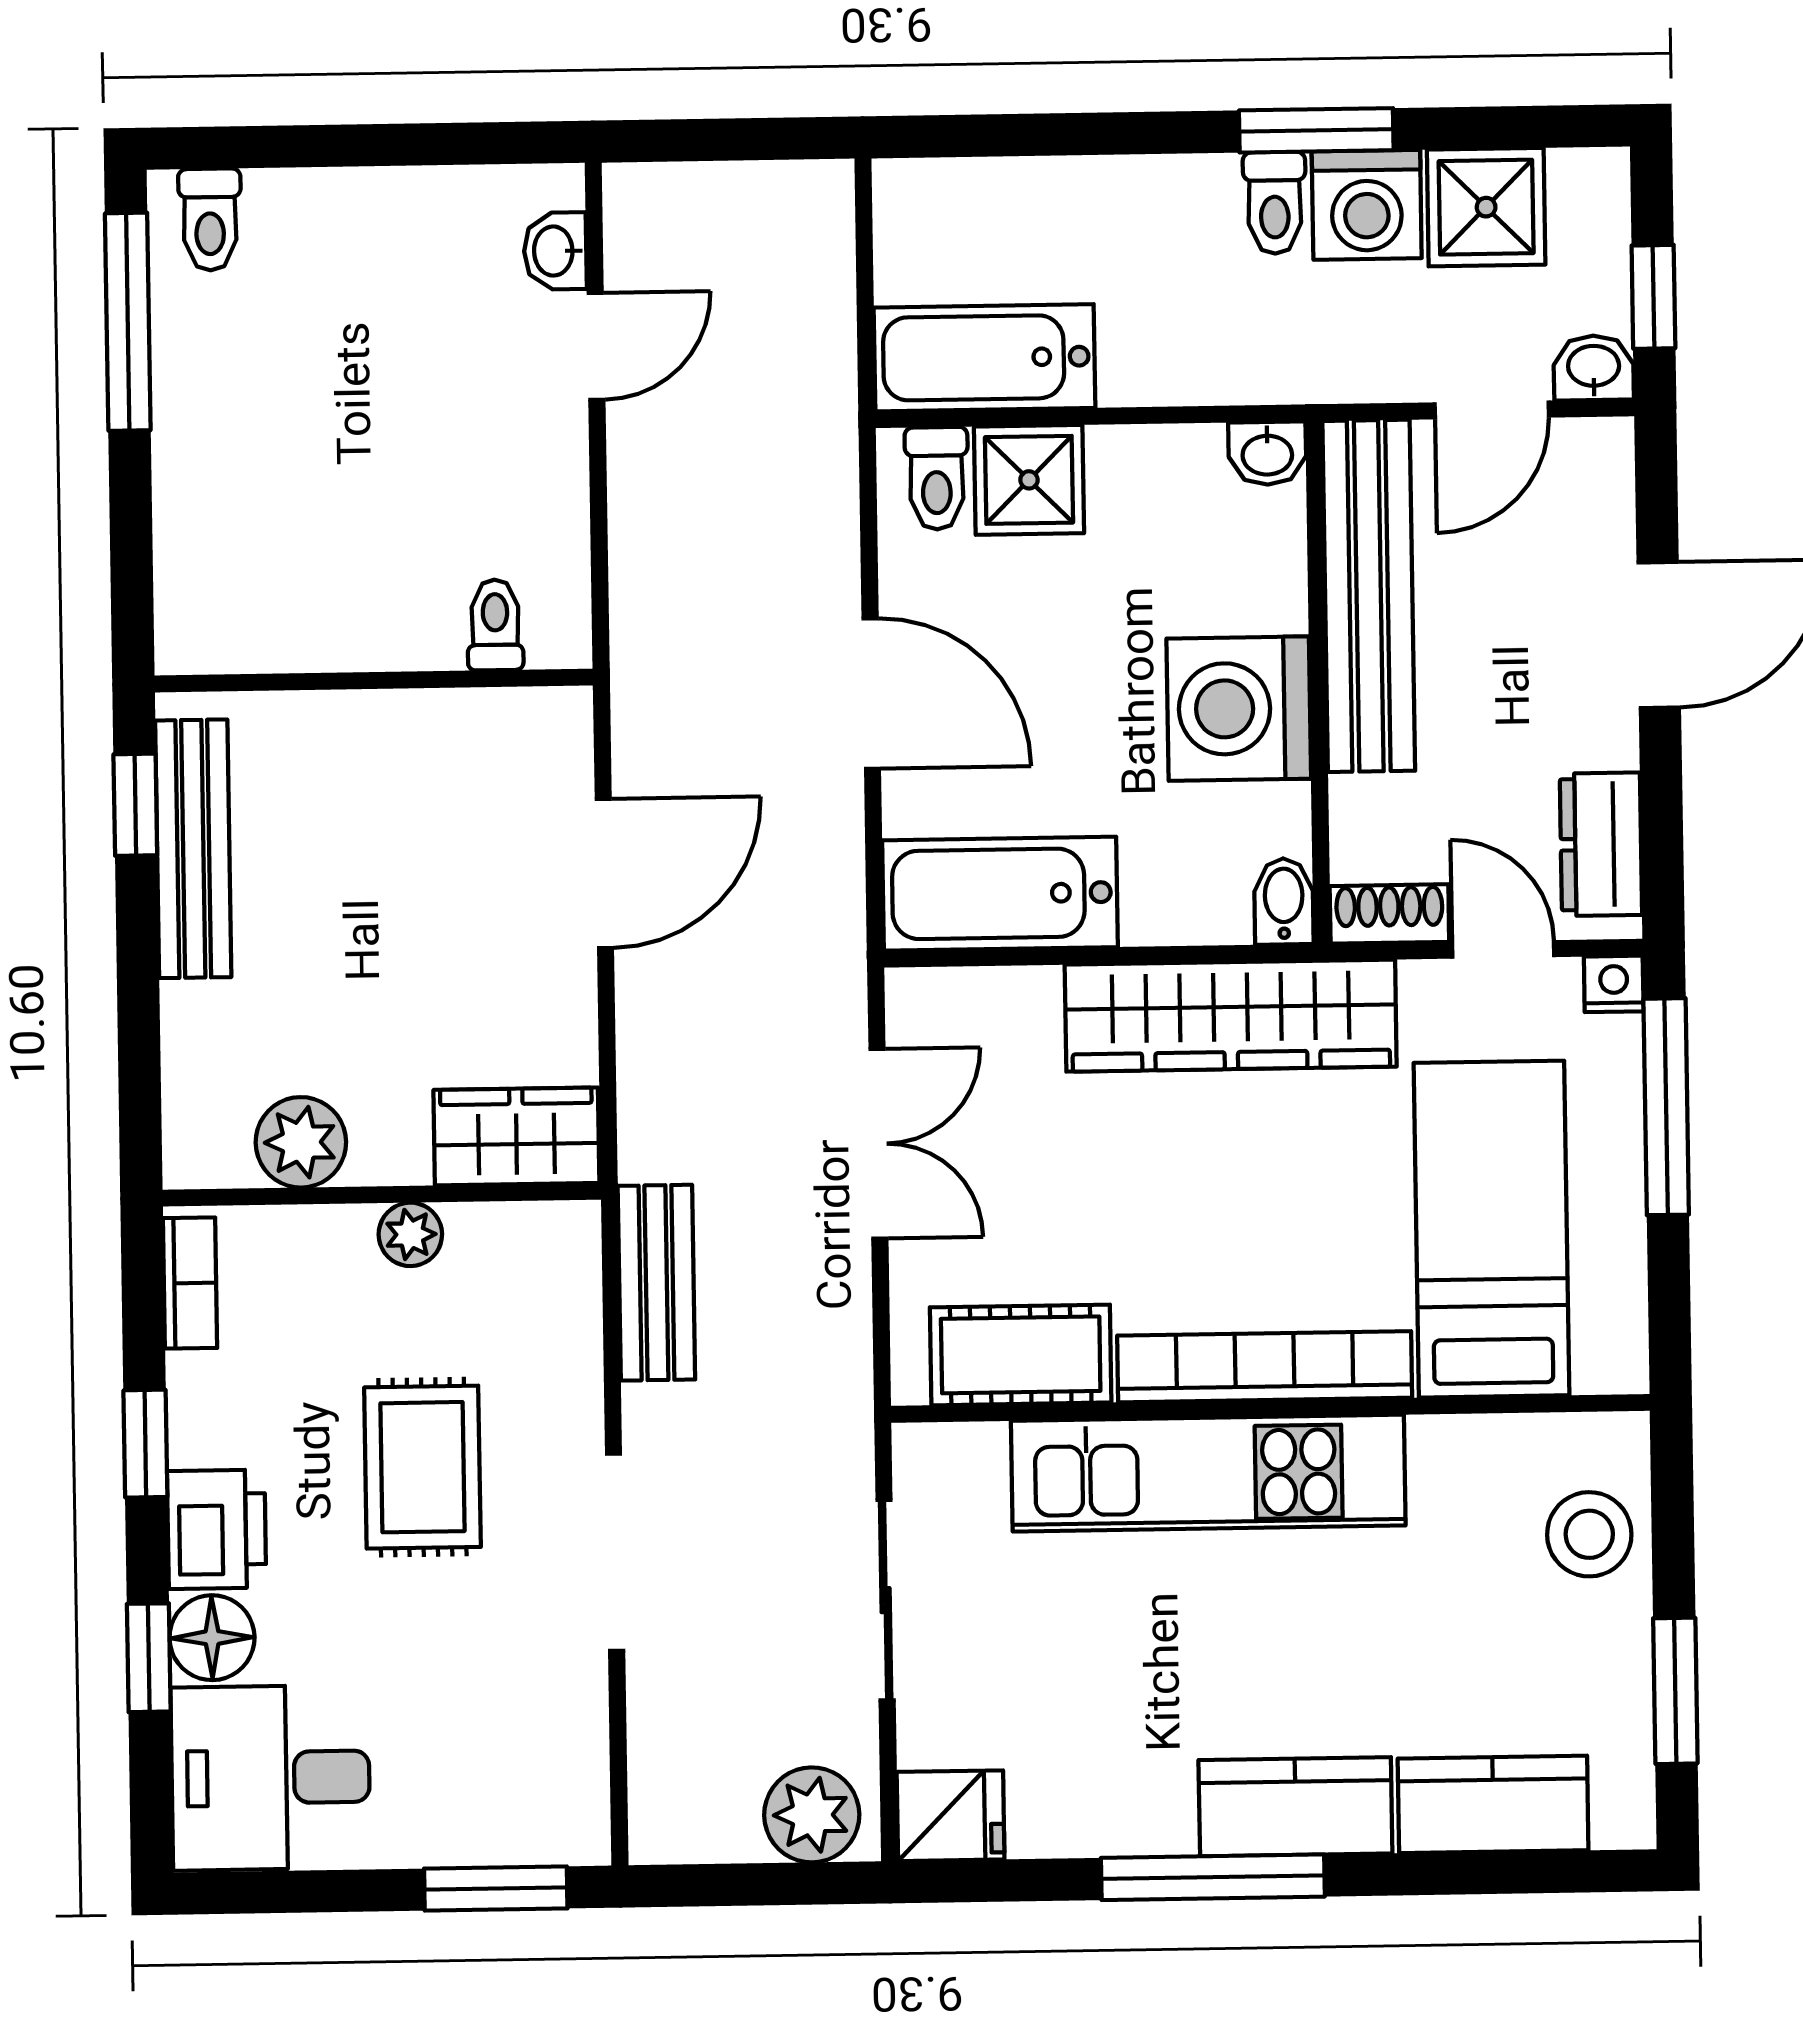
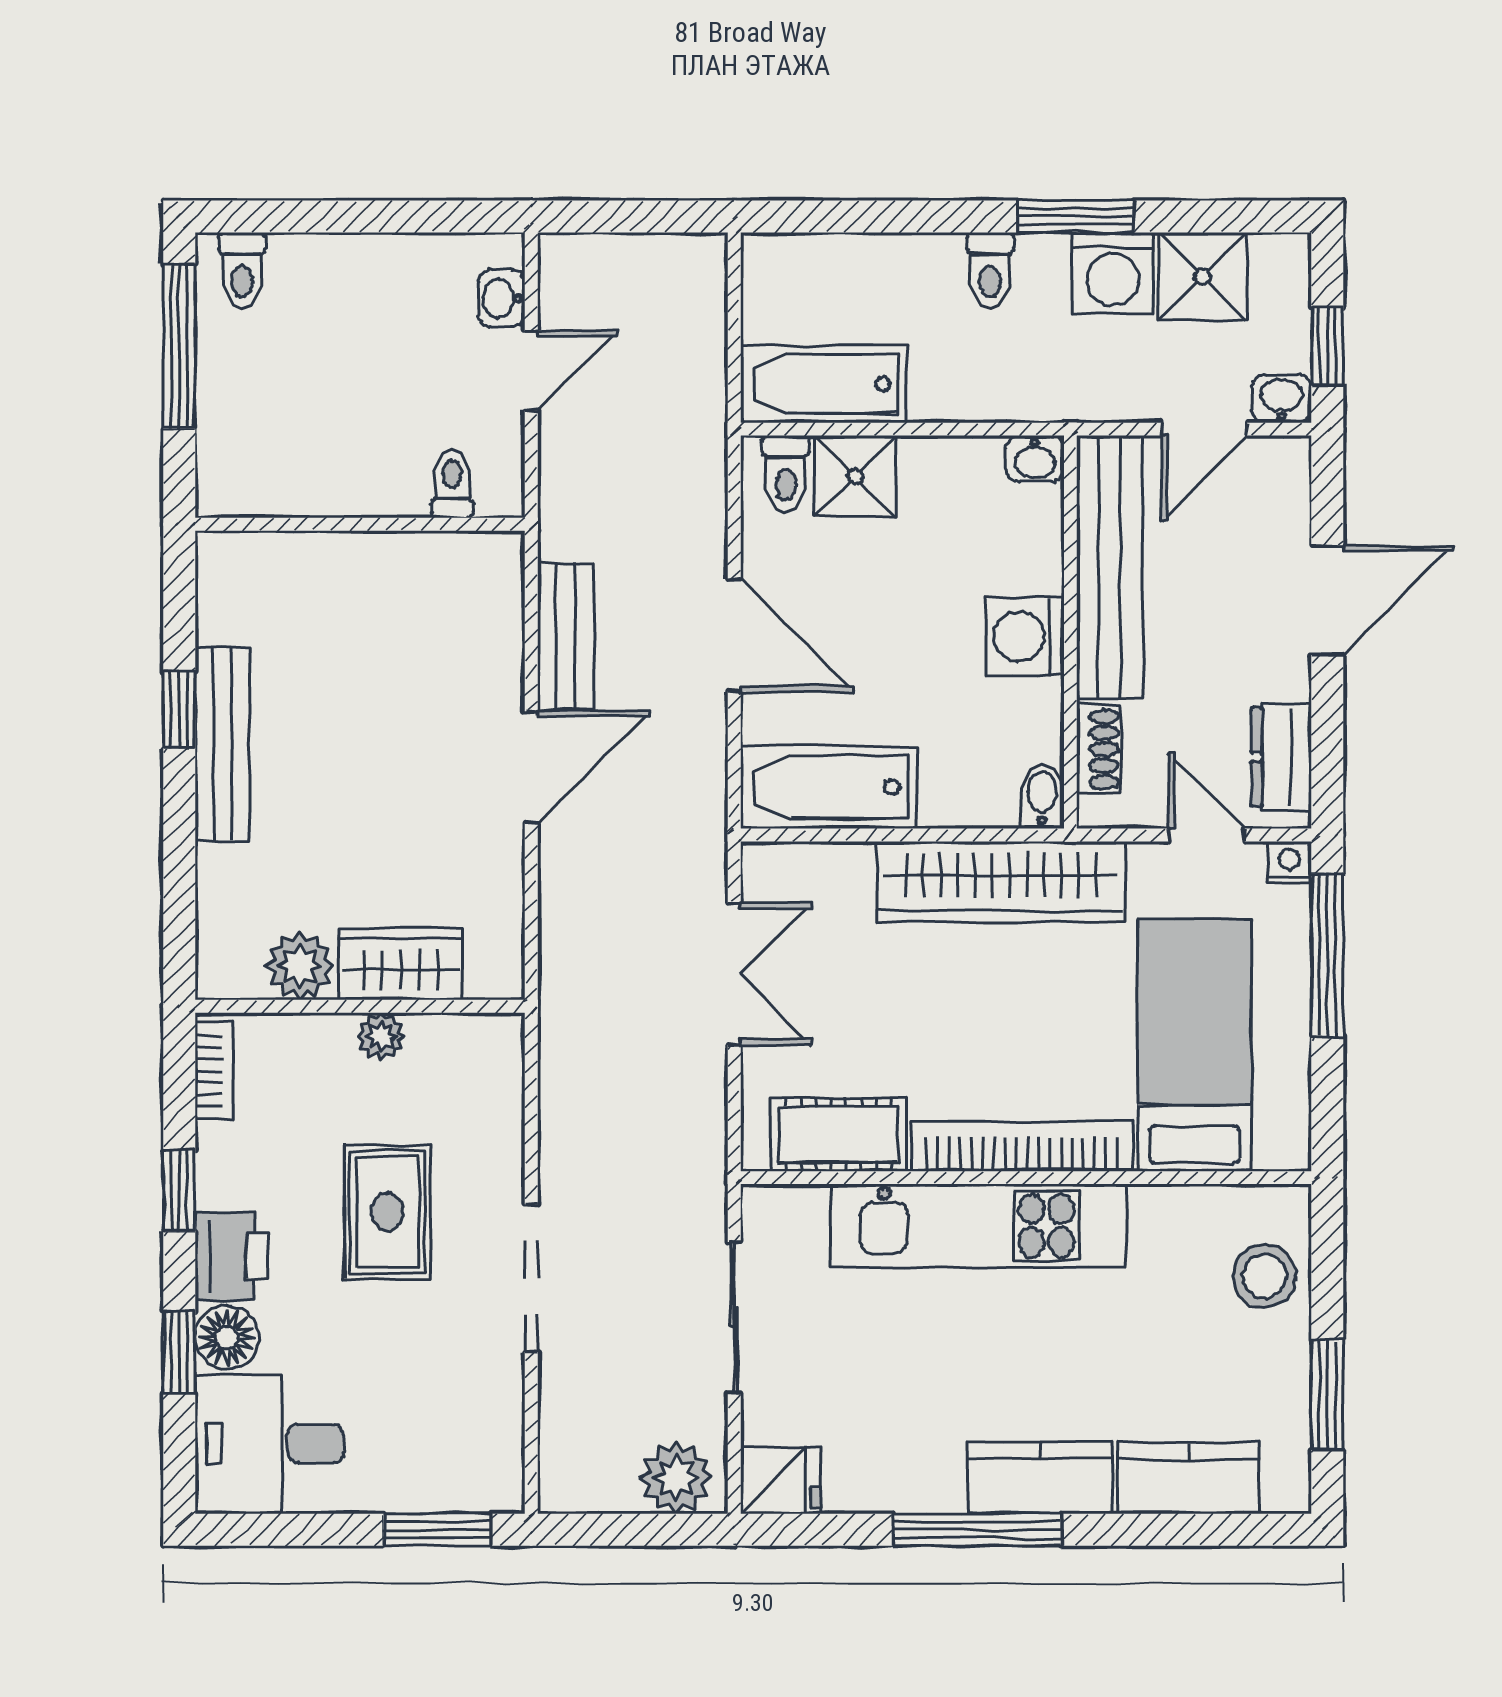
toilet: (1275, 203) -> (990, 271), moved
toilet: (495, 625) -> (452, 484), moved
wall: (374, 681) -> (360, 524), moved
washing machine: (1239, 709) -> (1025, 636), width x0.73, depth x0.73
shoe rack: (1389, 914) -> (1098, 749), moved, turned 90
wardrobe: (516, 1136) -> (401, 964), moved
bench: (656, 1283) -> (566, 636), moved

